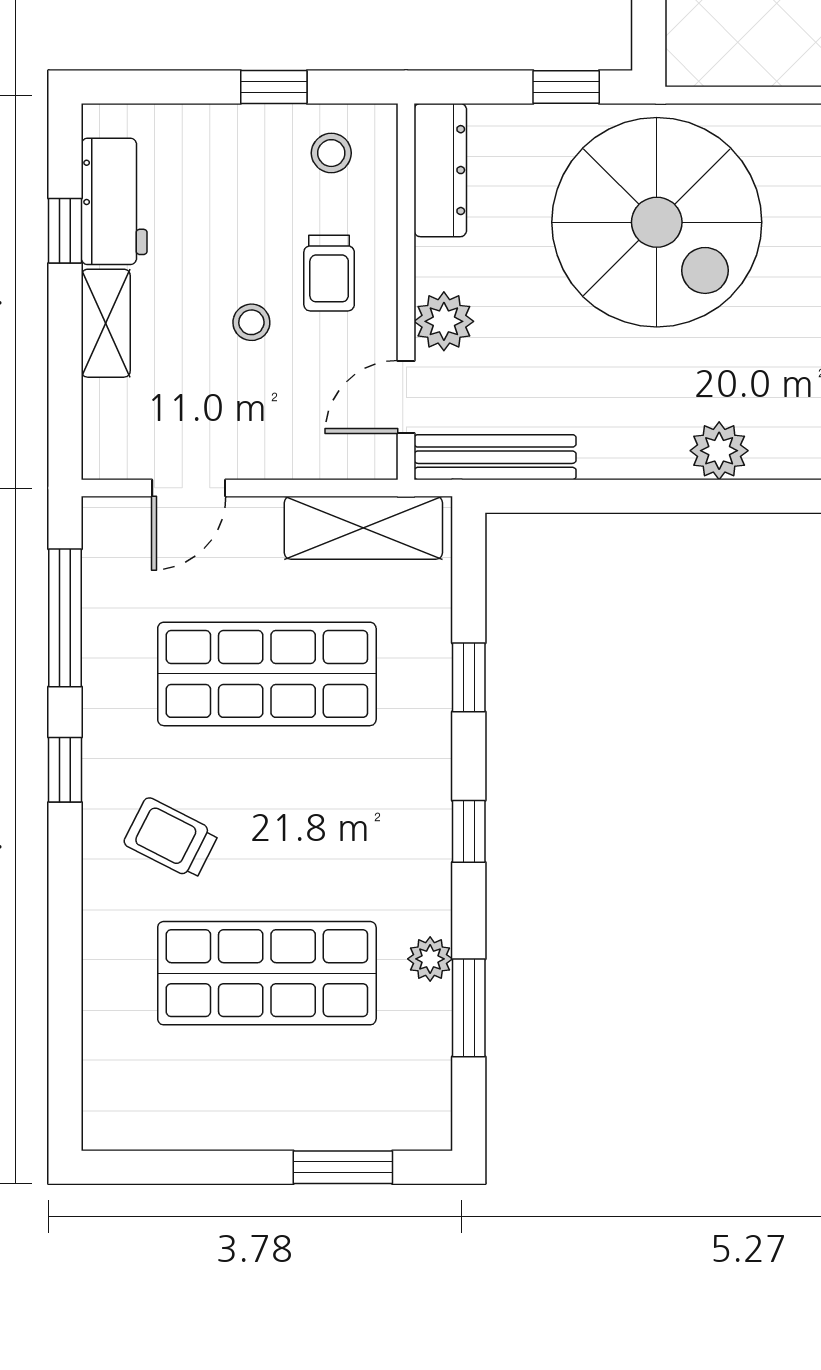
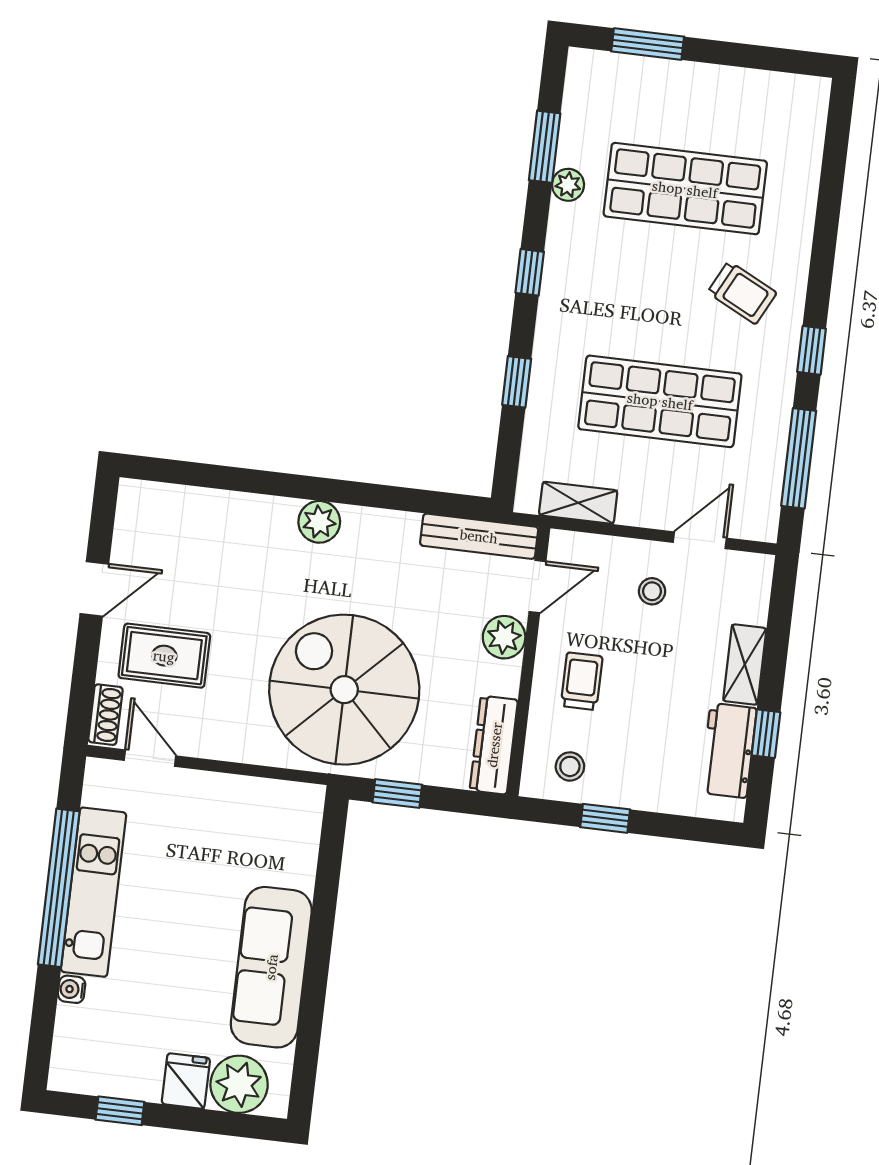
stool: (251, 322) -> (652, 591), moved
shelving: (363, 528) -> (578, 503), width x0.67, depth x0.75

